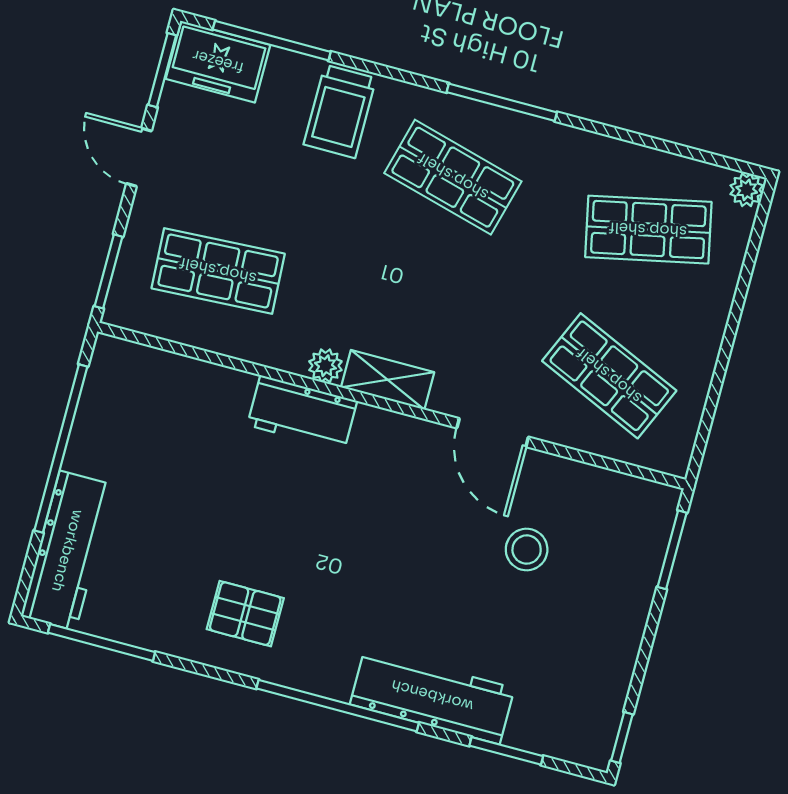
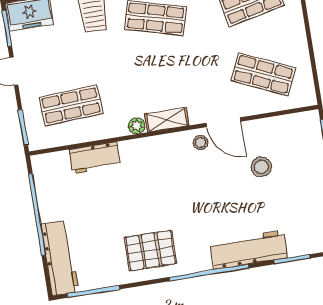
workbench: (302, 413) -> (95, 158), moved
stool: (432, 452) -> (201, 143), added
pallet: (245, 614) -> (150, 250), width x1.50, depth x1.42

